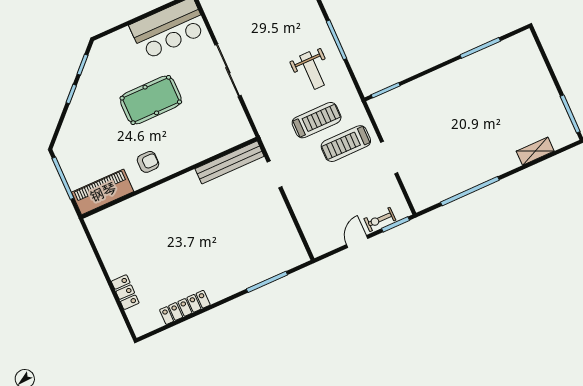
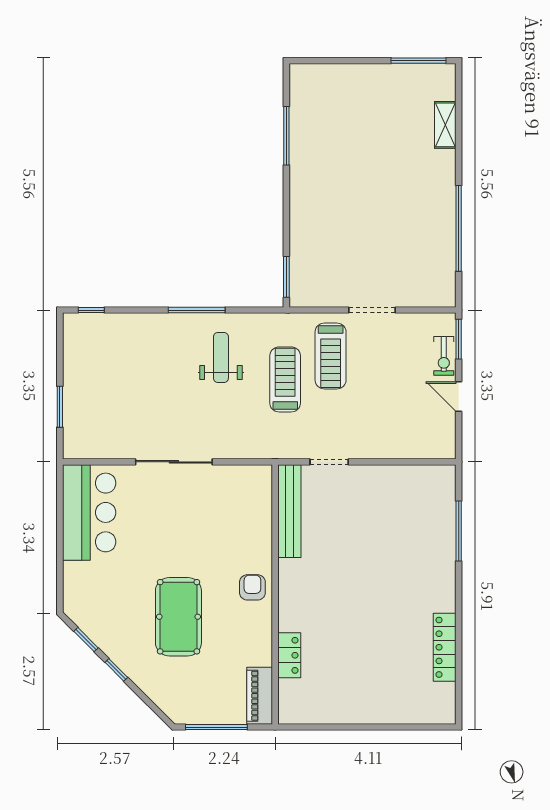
weight bench: (312, 70) -> (221, 357), turned -90
pool table: (151, 100) -> (178, 617), moved
armchair: (148, 162) -> (252, 587), moved
piano: (103, 192) -> (260, 696), width x0.73, depth x0.75
locker: (125, 292) -> (289, 655), moved, turned 90

